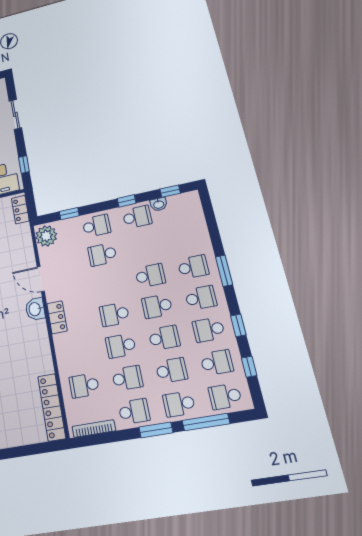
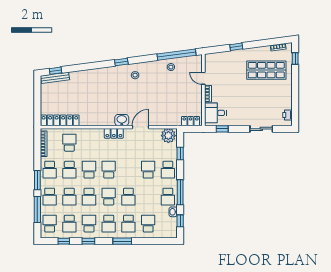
window: (127, 201) -> (180, 192), width x2.17
school desk: (186, 237) -> (148, 224), added
school desk: (179, 404) -> (50, 197), turned 180

